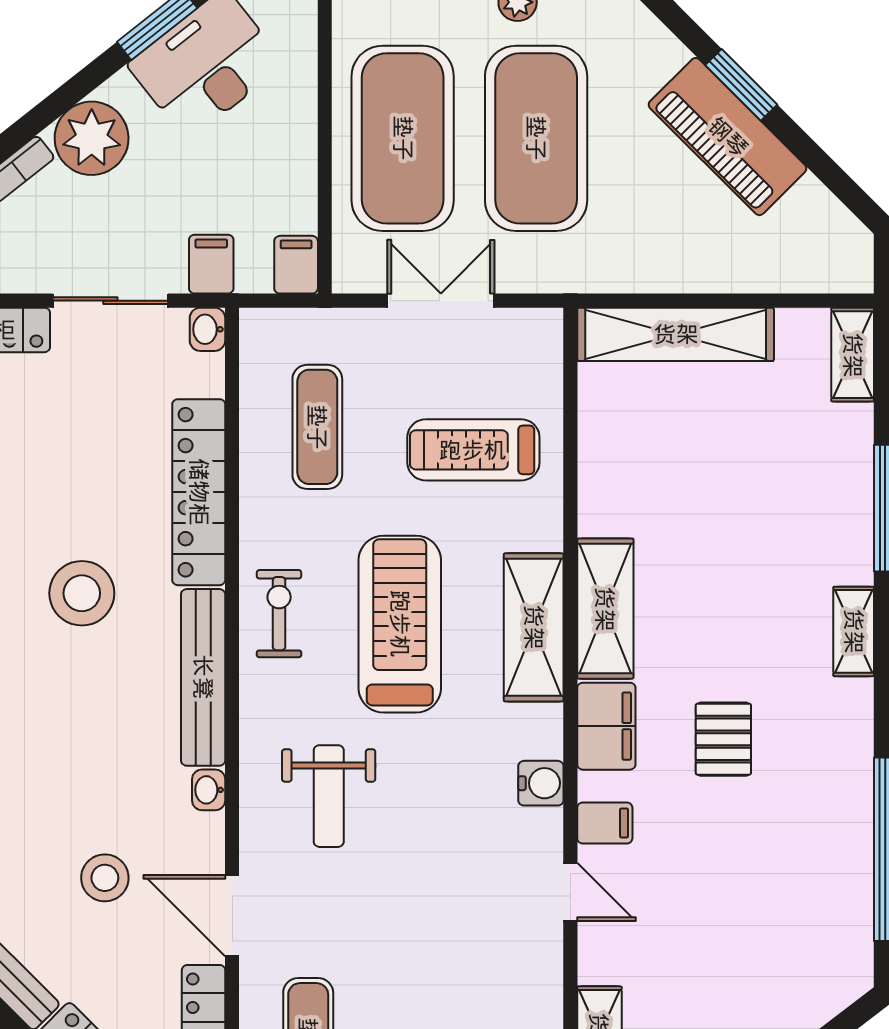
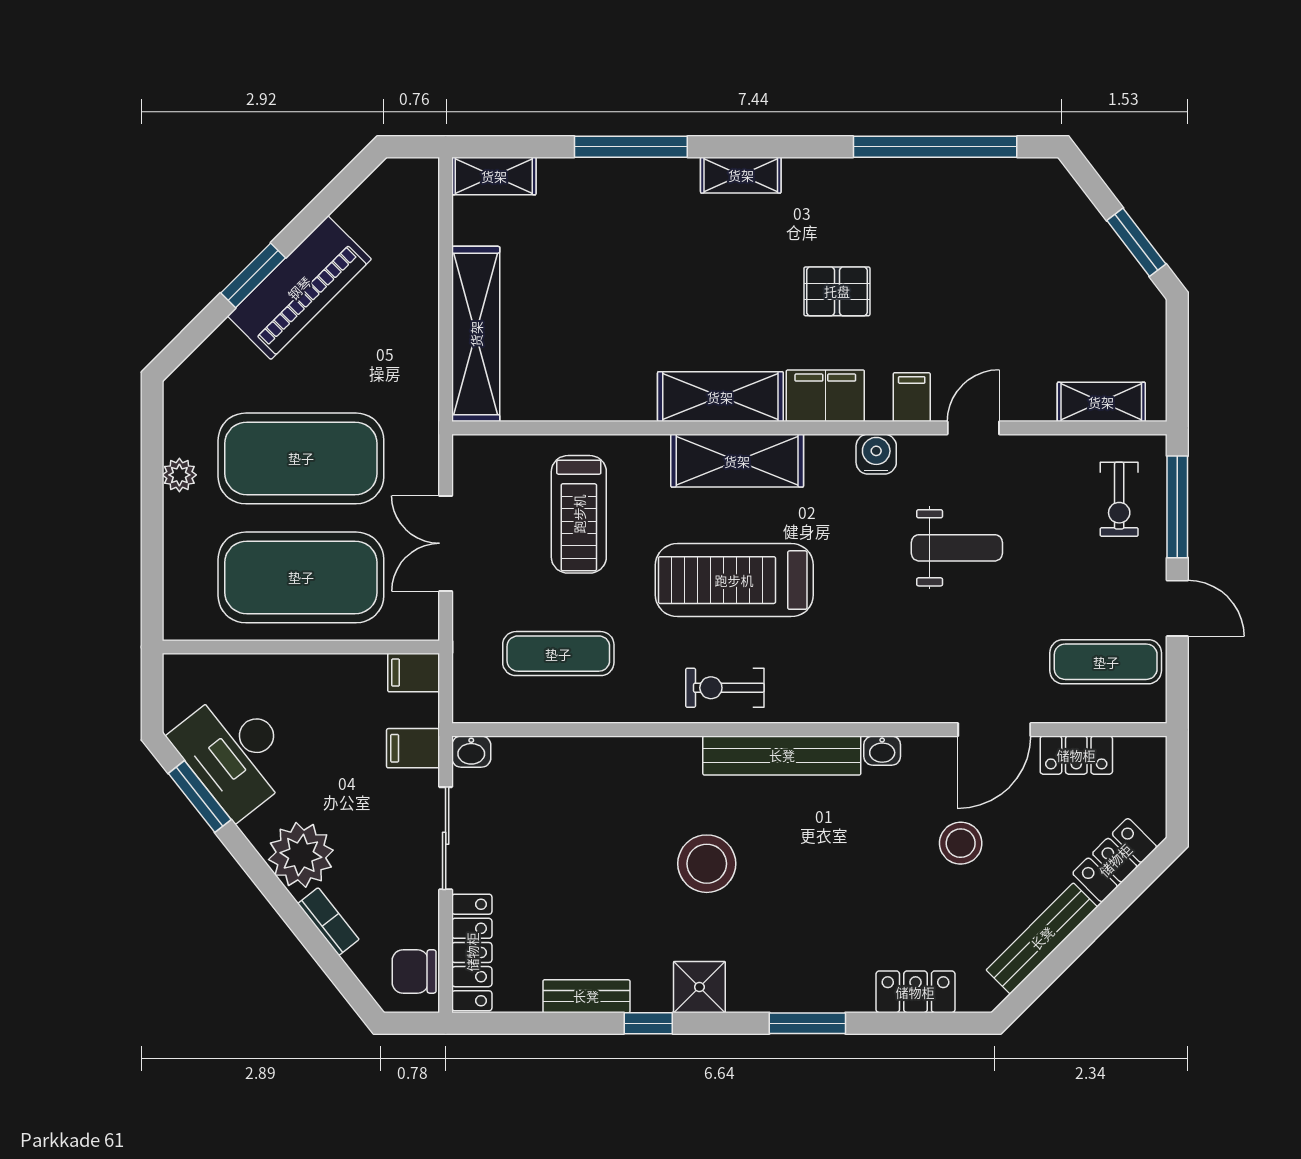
locker: (199, 492) -> (617, 759), removed
weight bench: (329, 796) -> (957, 548), moved

